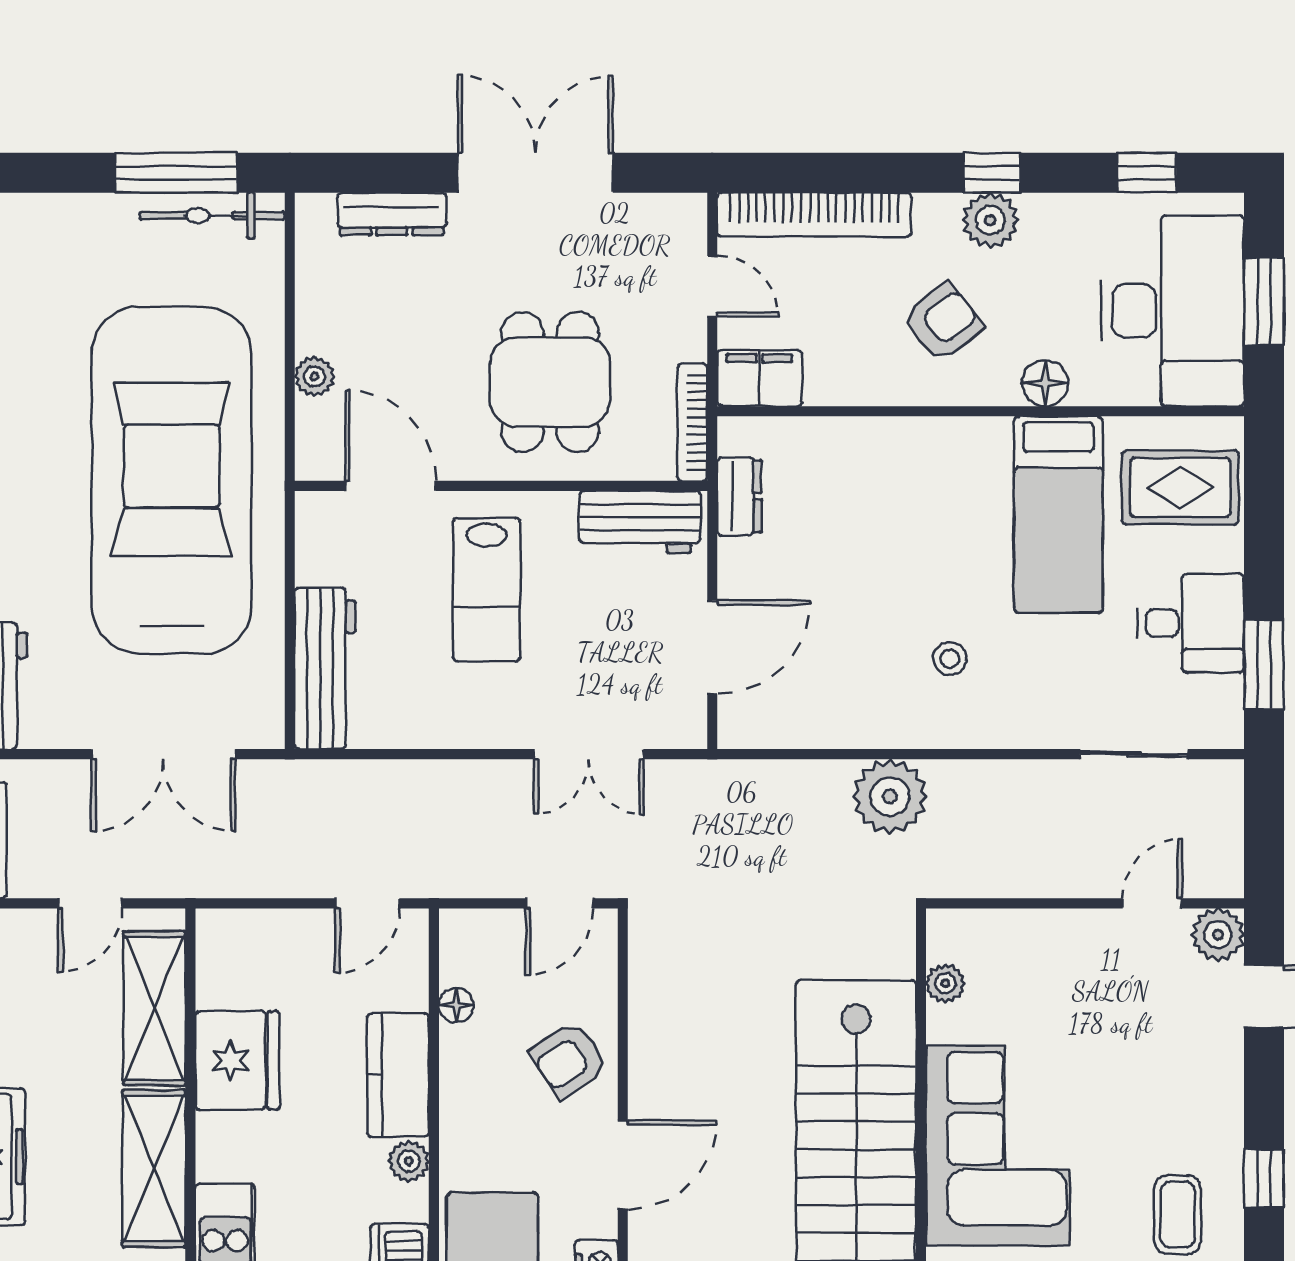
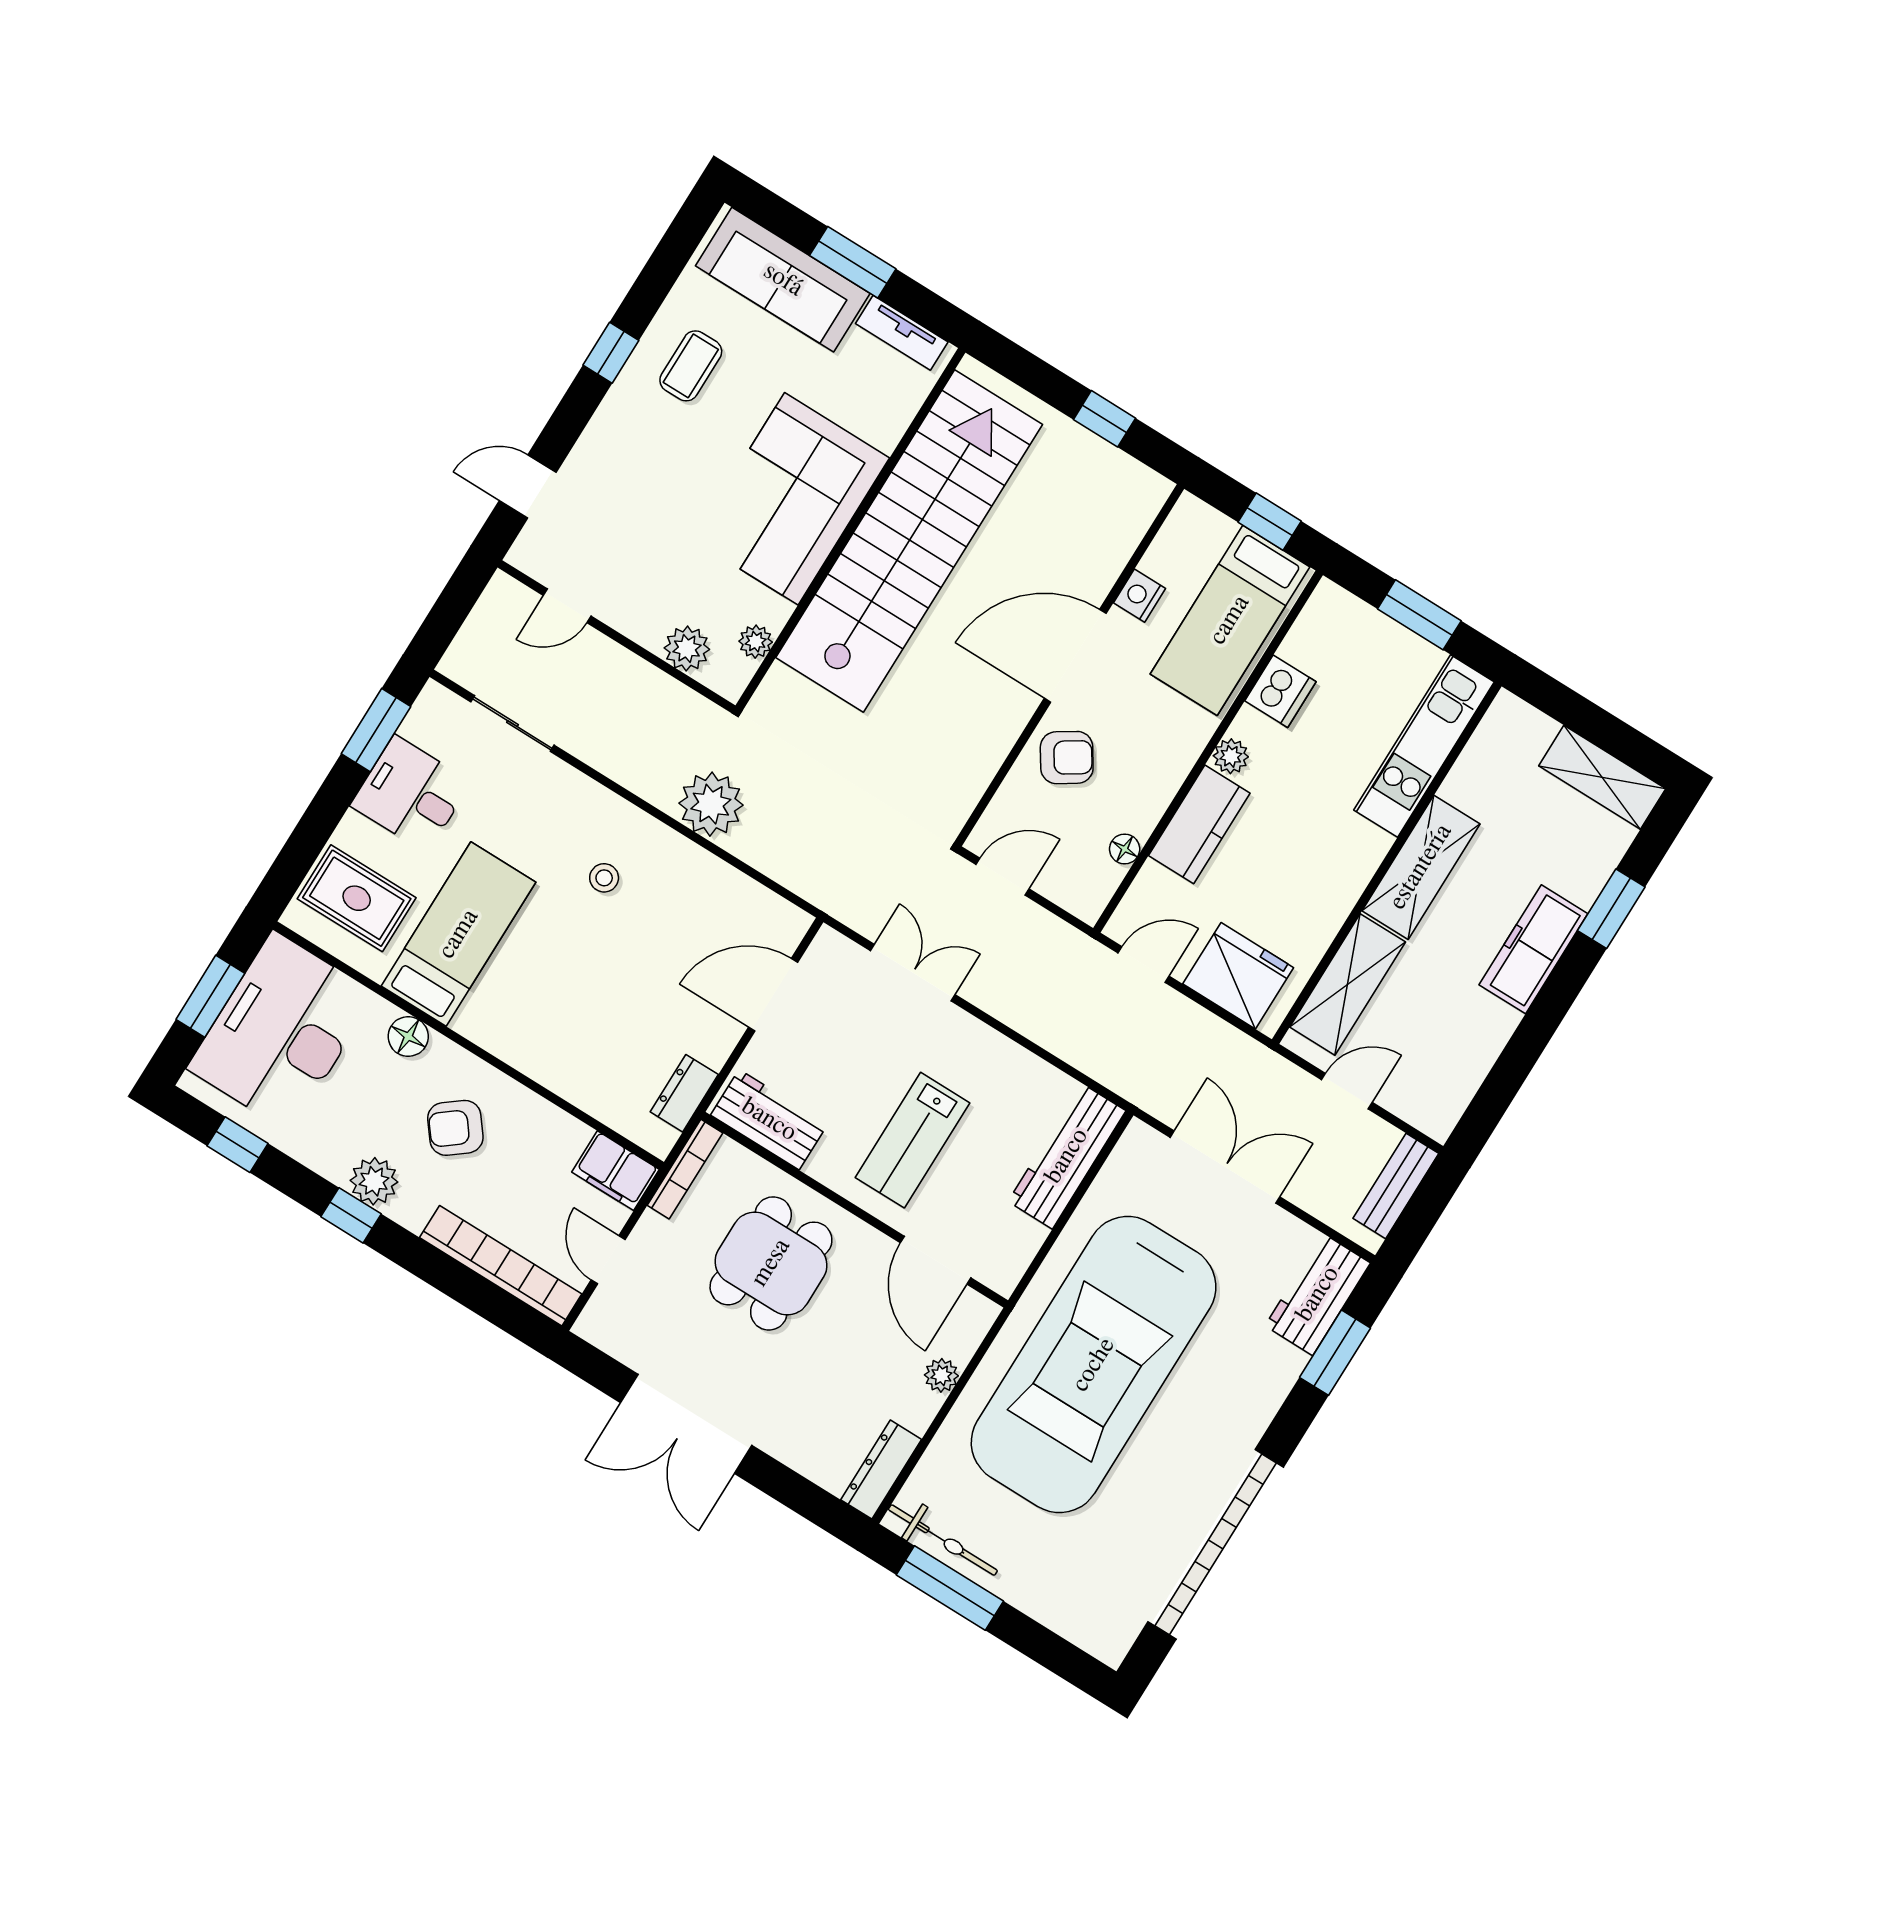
dresser: (392, 214) -> (881, 1470), moved, turned -90
lab bench: (487, 590) -> (912, 1140), turned 180
plant: (1218, 934) -> (687, 649), moved
fridge: (237, 1060) -> (1238, 976), moved, turned 90
door: (623, 1165) -> (1075, 656), width x1.36

